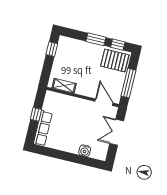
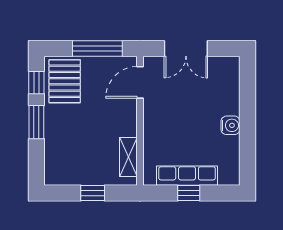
window: (52, 49) -> (93, 193), moved
row of seats: (43, 128) -> (187, 176), moved
water cooler: (85, 151) -> (230, 125), moved

